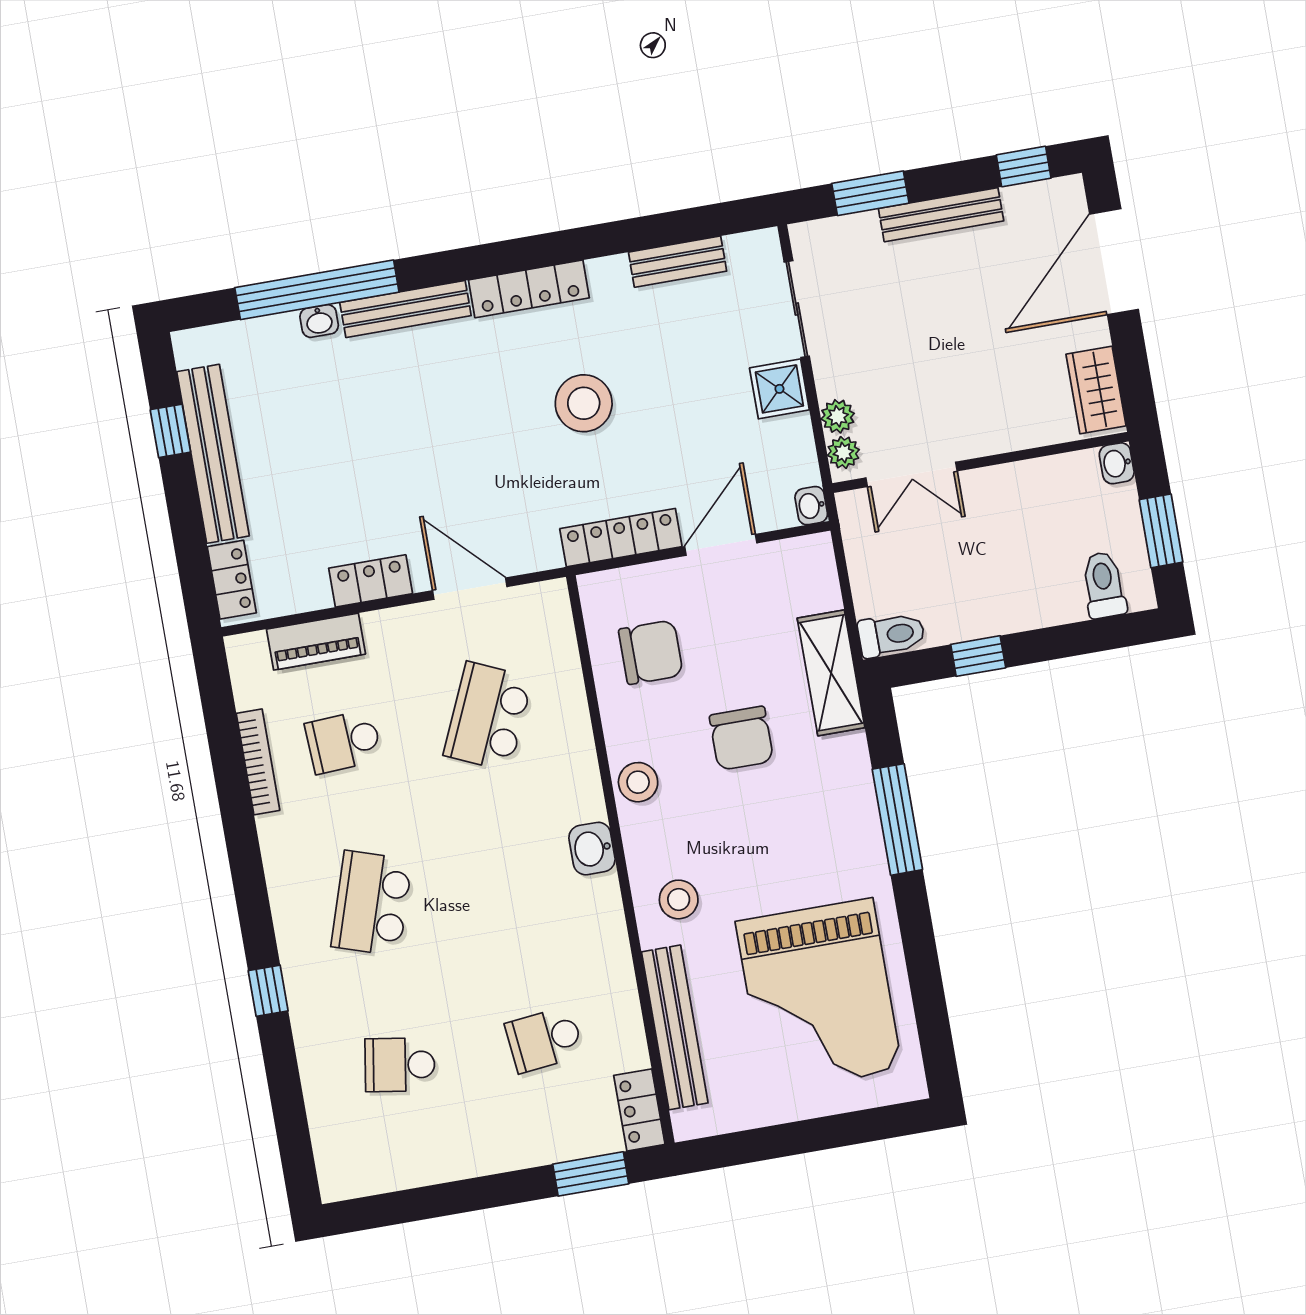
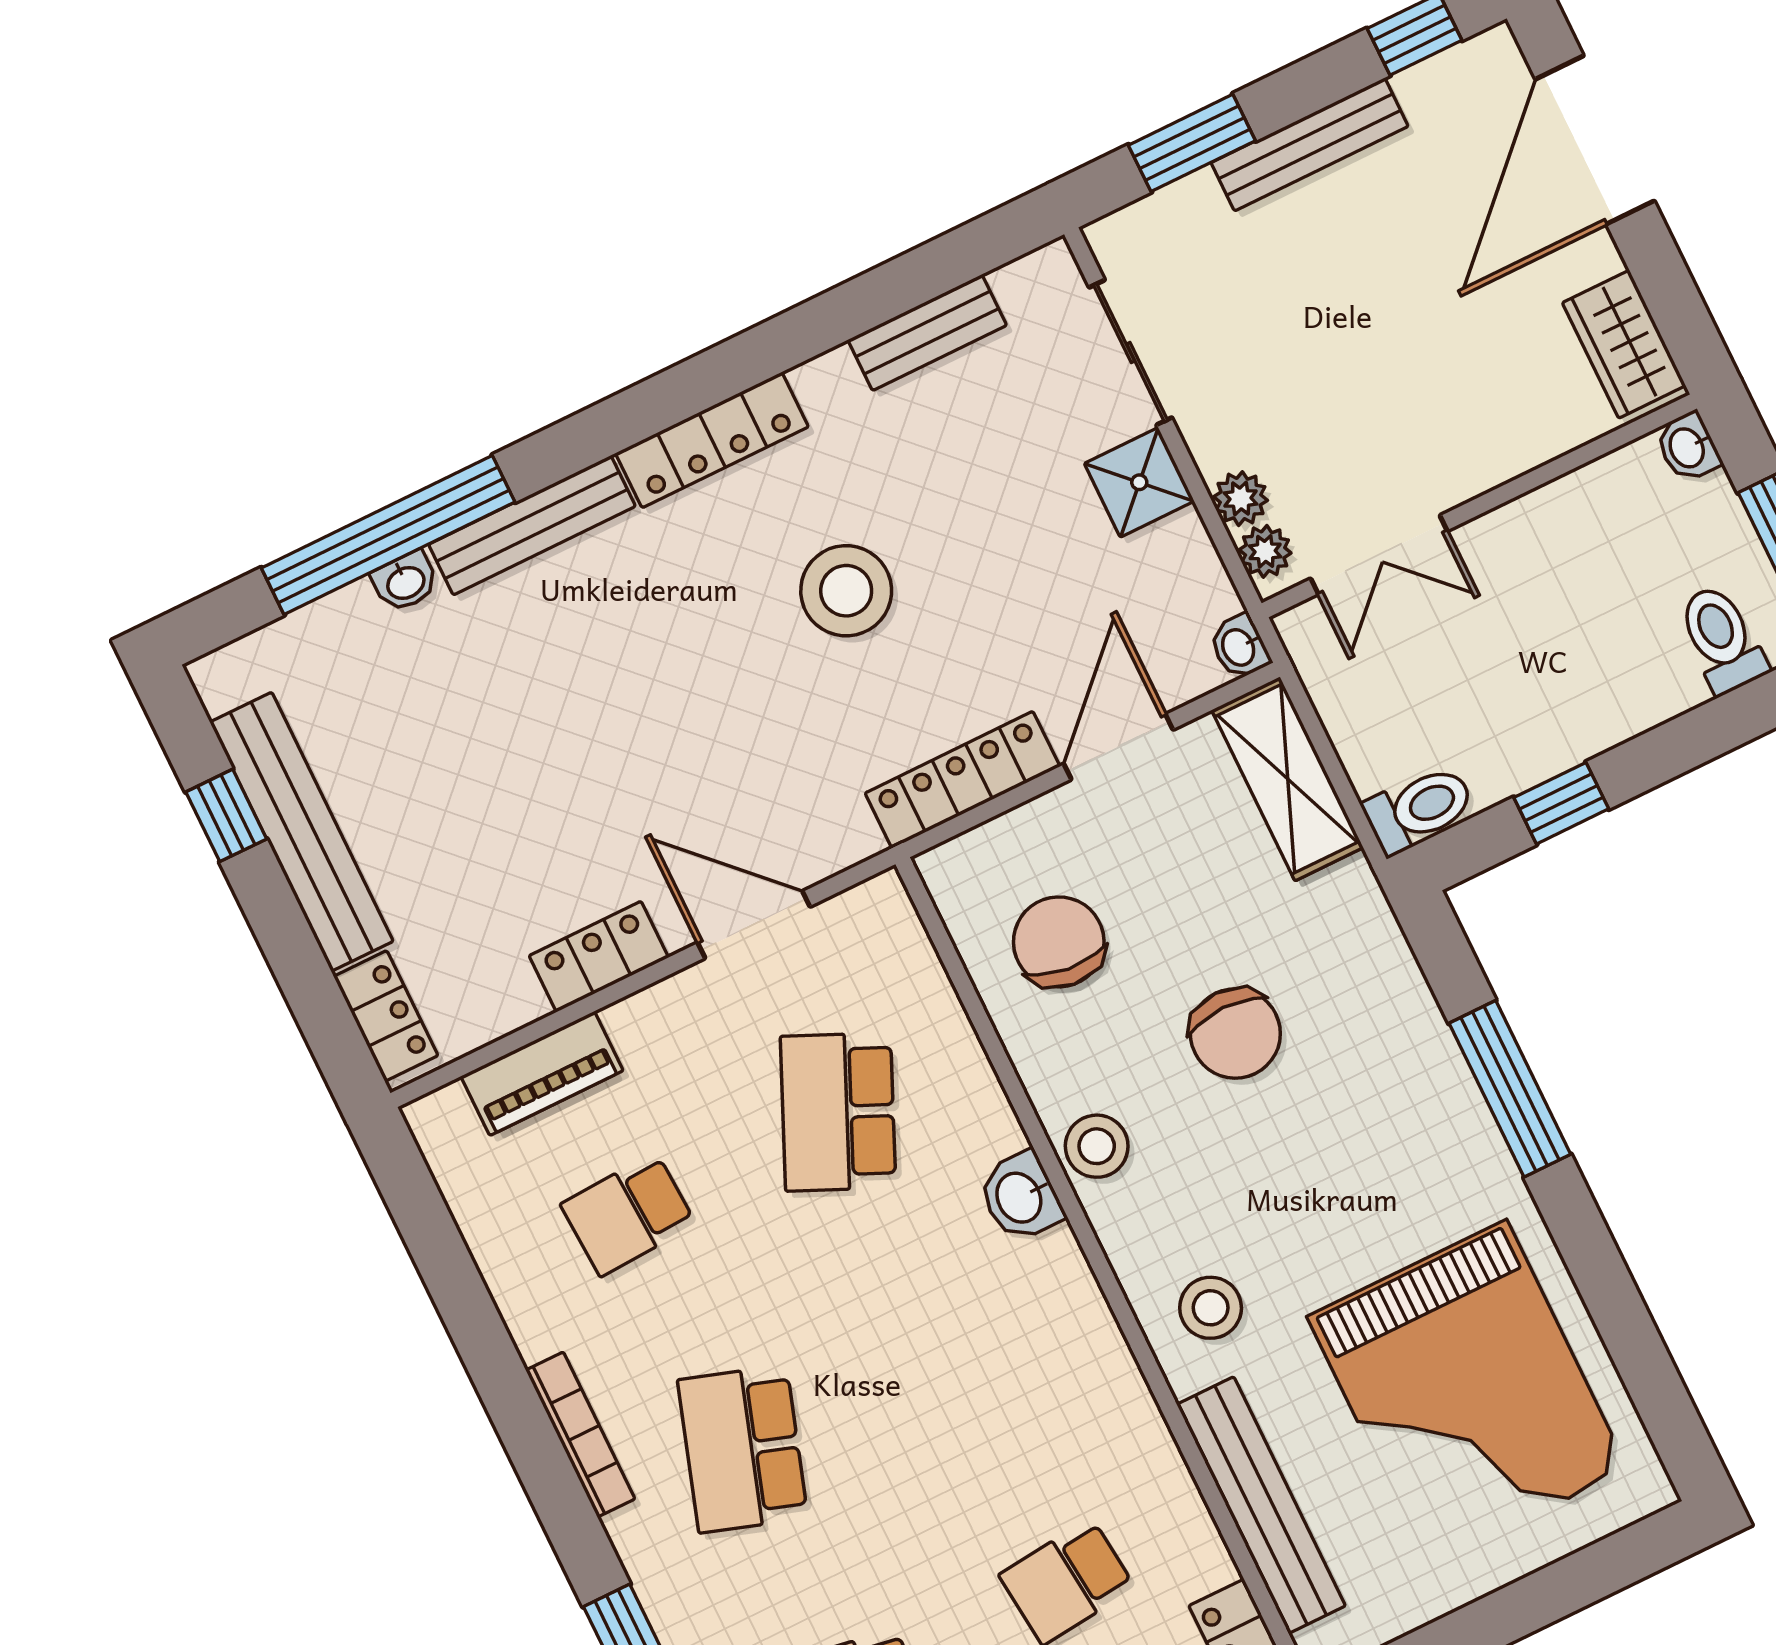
chair: (651, 652) -> (1059, 942), turned -84
shelving: (831, 673) -> (1288, 779), moved
bookcase: (258, 762) -> (580, 1435), moved
washbasin: (592, 849) -> (1021, 1197), moved

